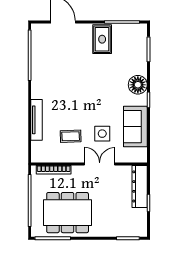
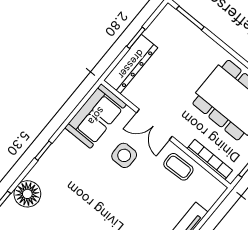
floor lamp: (138, 85) -> (27, 194), moved
sofa: (135, 127) -> (96, 116), moved
coffee table: (71, 136) -> (178, 167), moved

